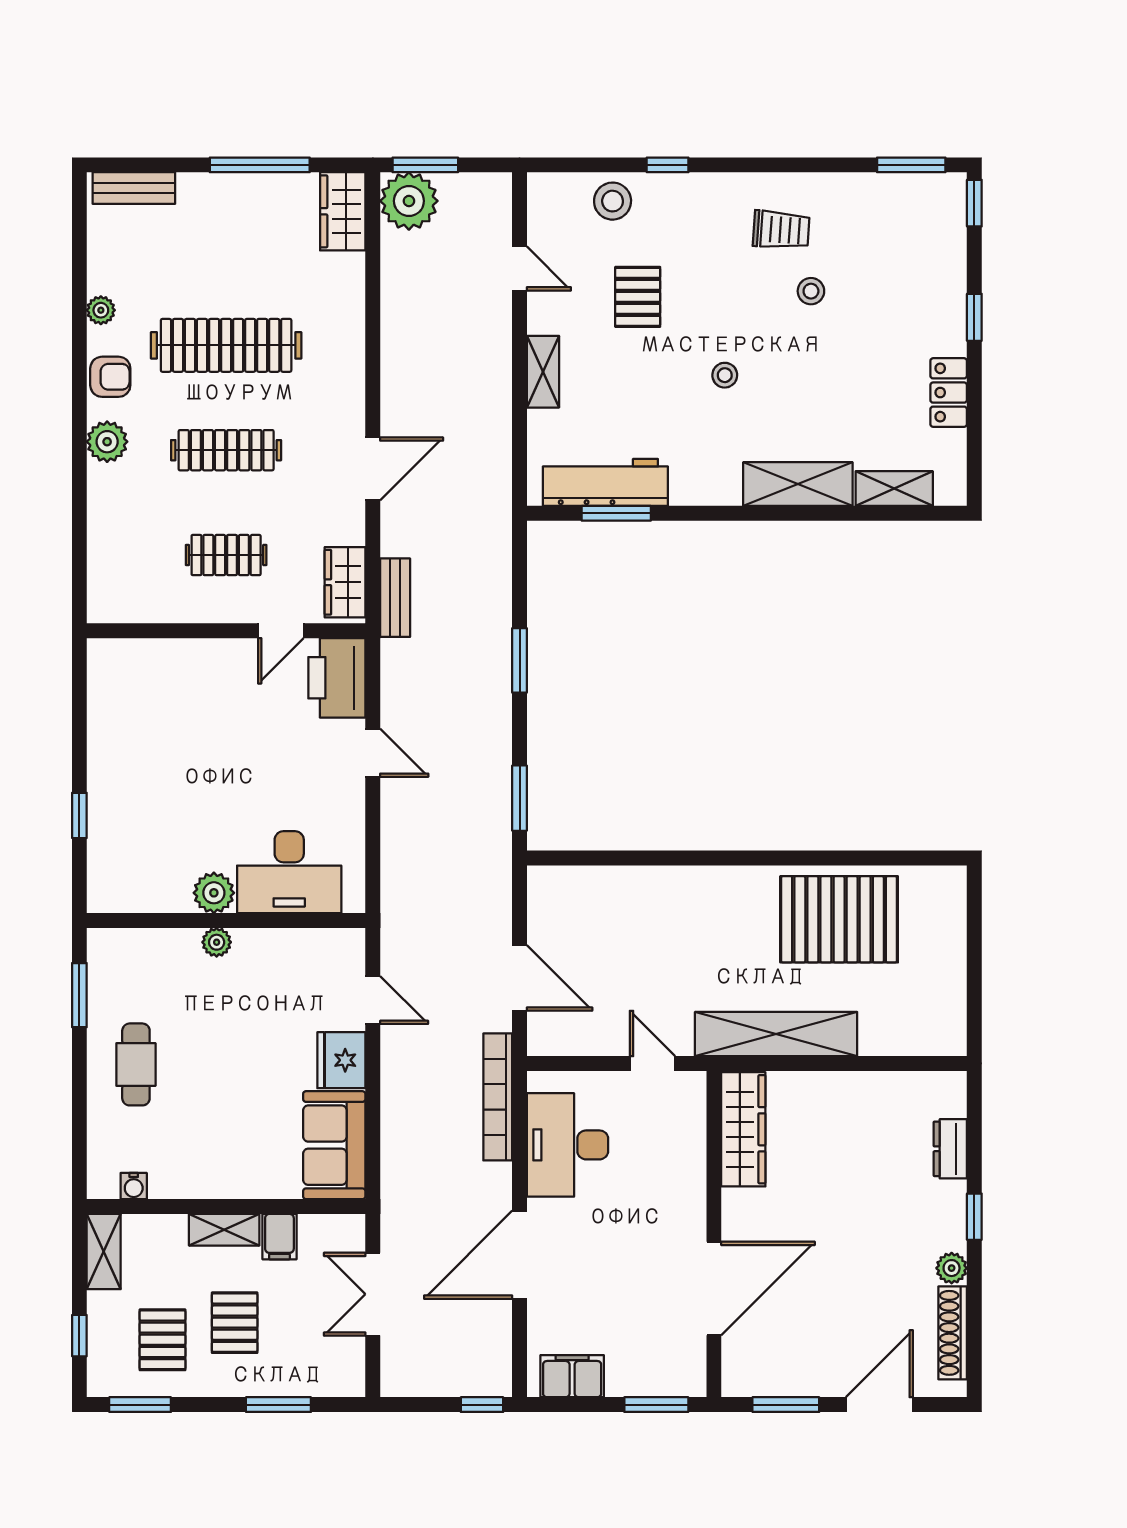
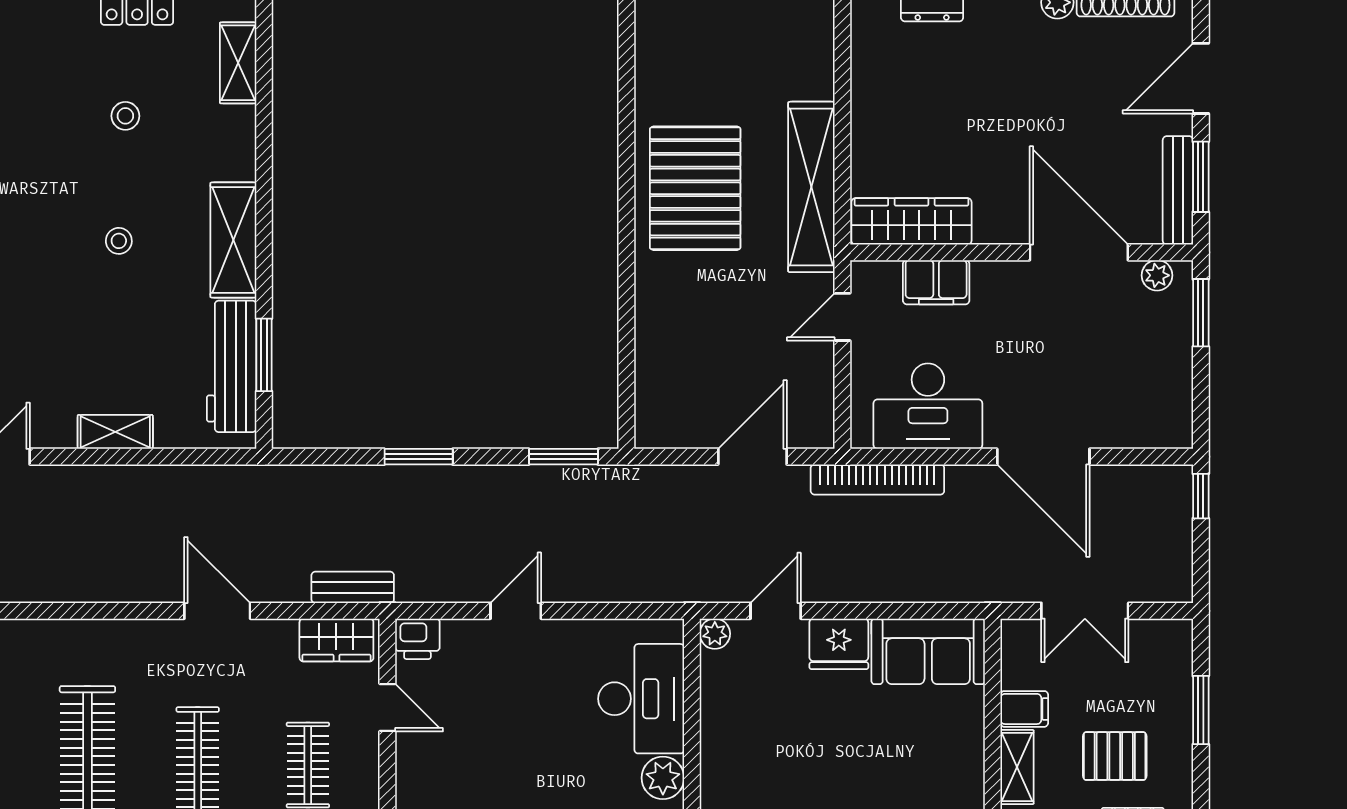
stool: (811, 291) -> (125, 116), moved
pallet: (638, 297) -> (36, 332), removed
shelving: (798, 484) -> (233, 240), moved
printer: (337, 678) -> (417, 639), width x0.53, depth x0.68
pallet: (839, 919) -> (695, 188), moved
plant: (217, 942) -> (715, 634), moved
plant: (692, 1363) -> (1157, 275), added
filing cabinet: (572, 1376) -> (936, 282), moved, turned -90
bench: (773, 1383) -> (1178, 190), added
door: (879, 1405) -> (1201, 78), hinge flipped

